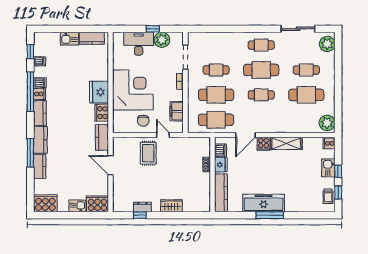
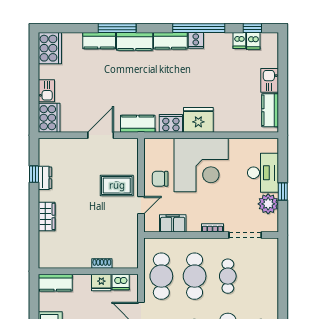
dishwasher: (40, 83) -> (253, 41), moved
kitchen counter: (221, 193) -> (55, 283), width x0.67

